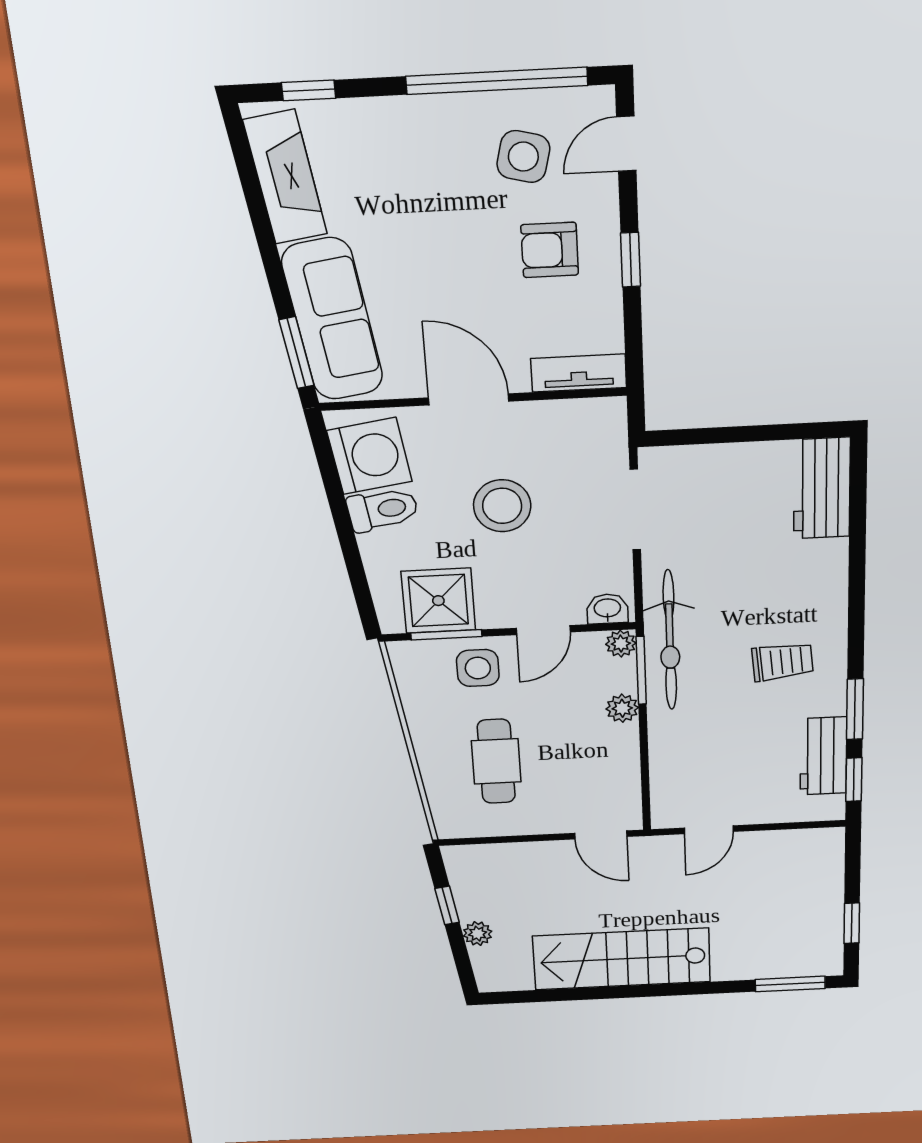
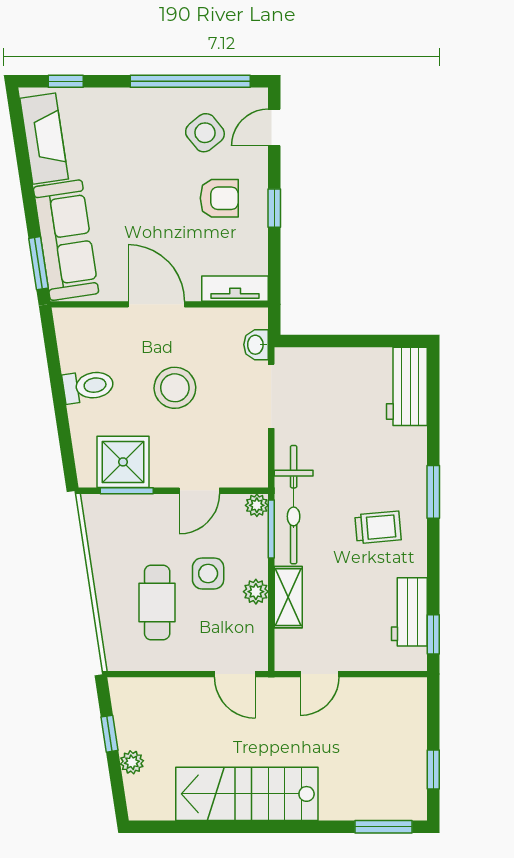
side table: (523, 157) -> (205, 133), turned 37
armchair: (550, 250) -> (219, 198), turned 180
washing machine: (370, 456) -> (82, 344), removed
washbasin: (607, 609) -> (256, 345), moved, turned -90
side table: (478, 668) -> (208, 573), moved
plant: (622, 708) -> (256, 592), moved
window: (855, 709) -> (433, 492), moved
shelving: (666, 747) -> (288, 597), added

